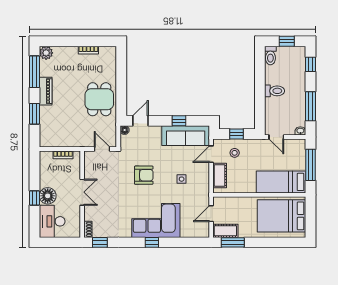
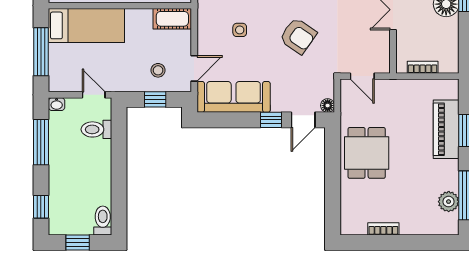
plant: (46, 53) -> (449, 202), moved
piano: (46, 91) -> (446, 129), moved, width x1.37, depth x1.33
toilet: (275, 91) -> (96, 129), moved
window: (179, 121) -> (271, 120), moved
armchair: (144, 175) -> (298, 36), turned -145
cot: (220, 175) -> (172, 19), moved, turned 90

